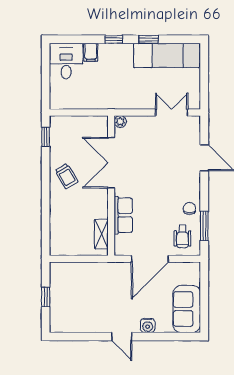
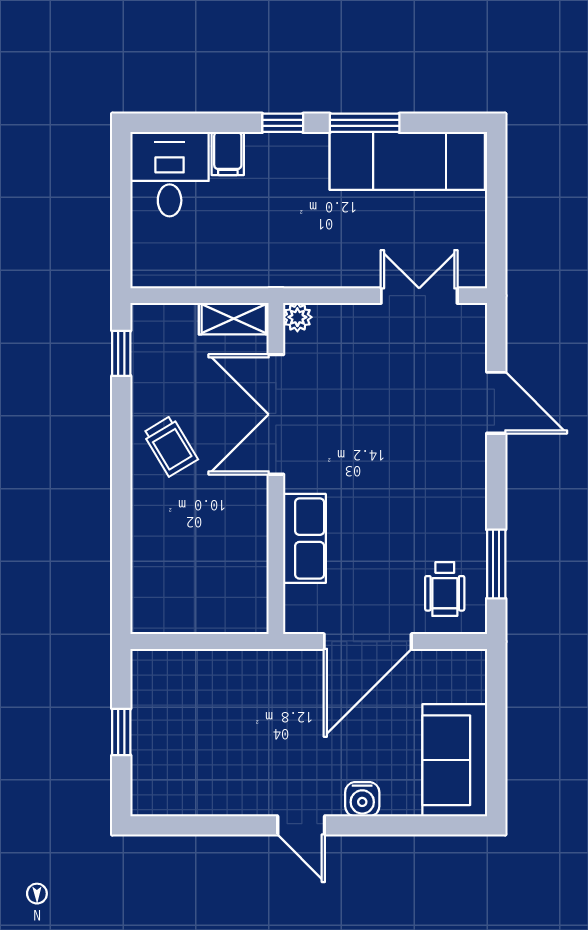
window: (149, 39) -> (365, 123), width x1.50
chair: (189, 209) -> (461, 523), removed
shelving: (101, 234) -> (234, 319), moved, turned 90

